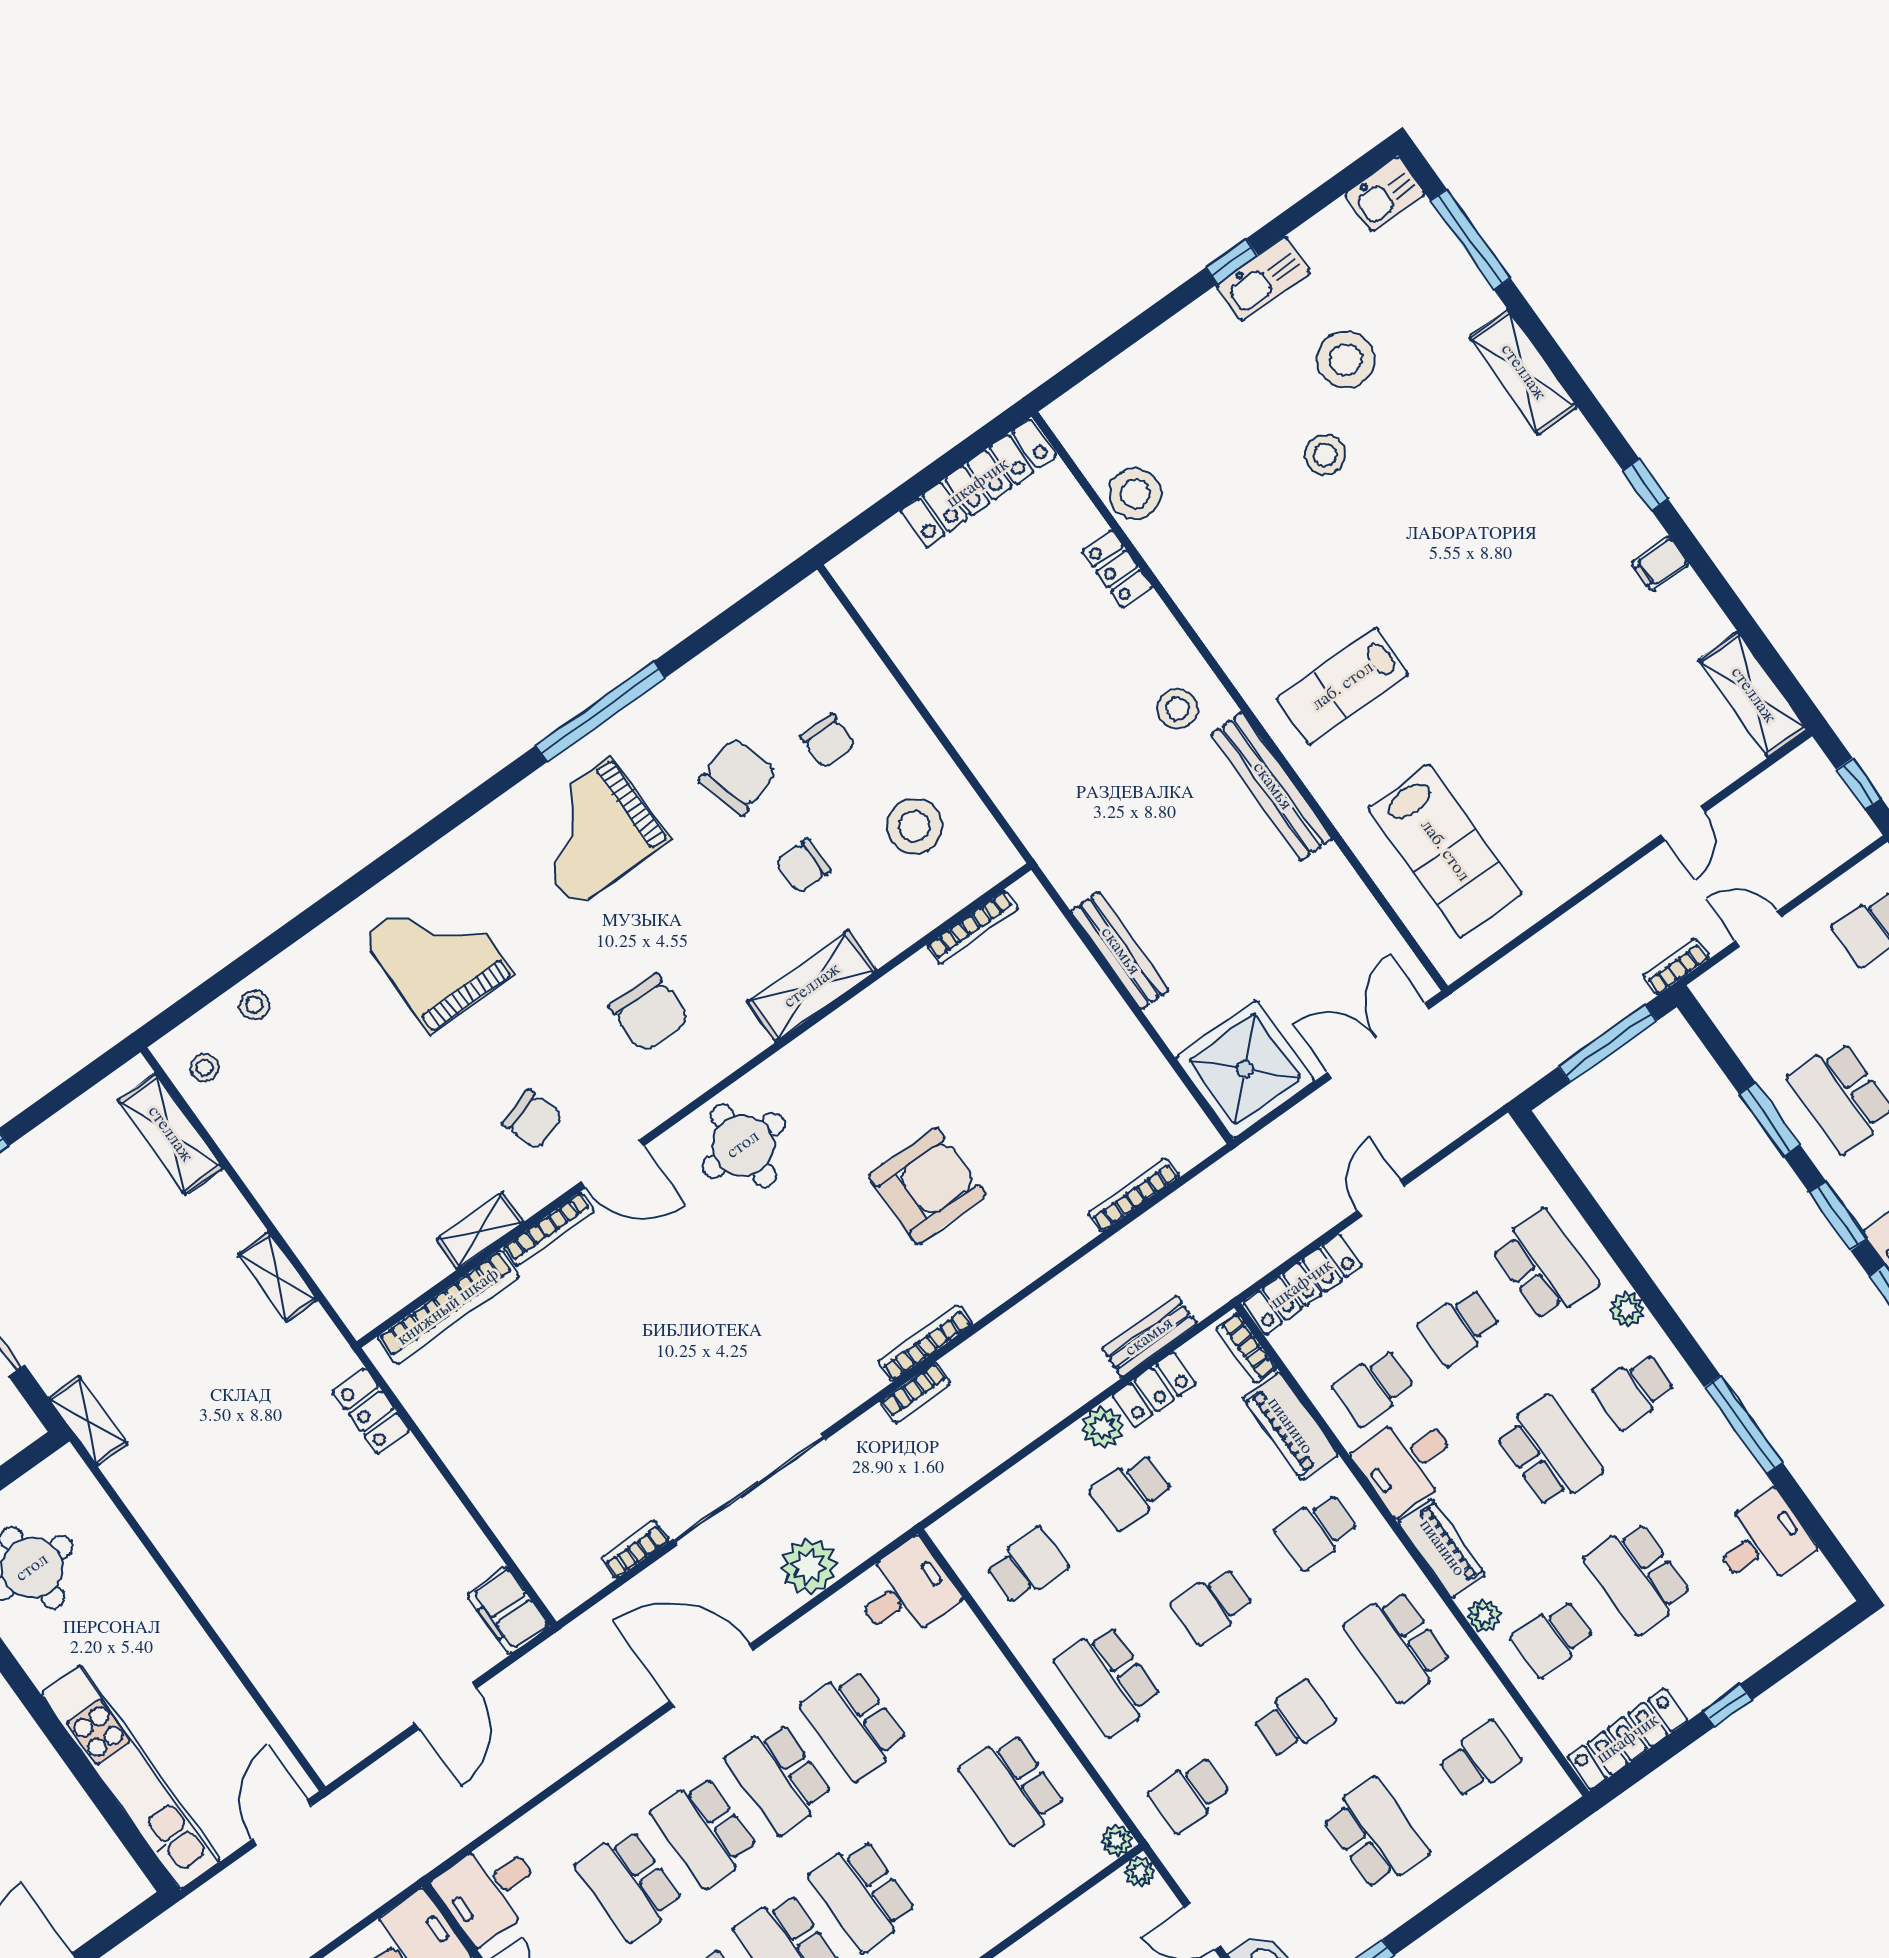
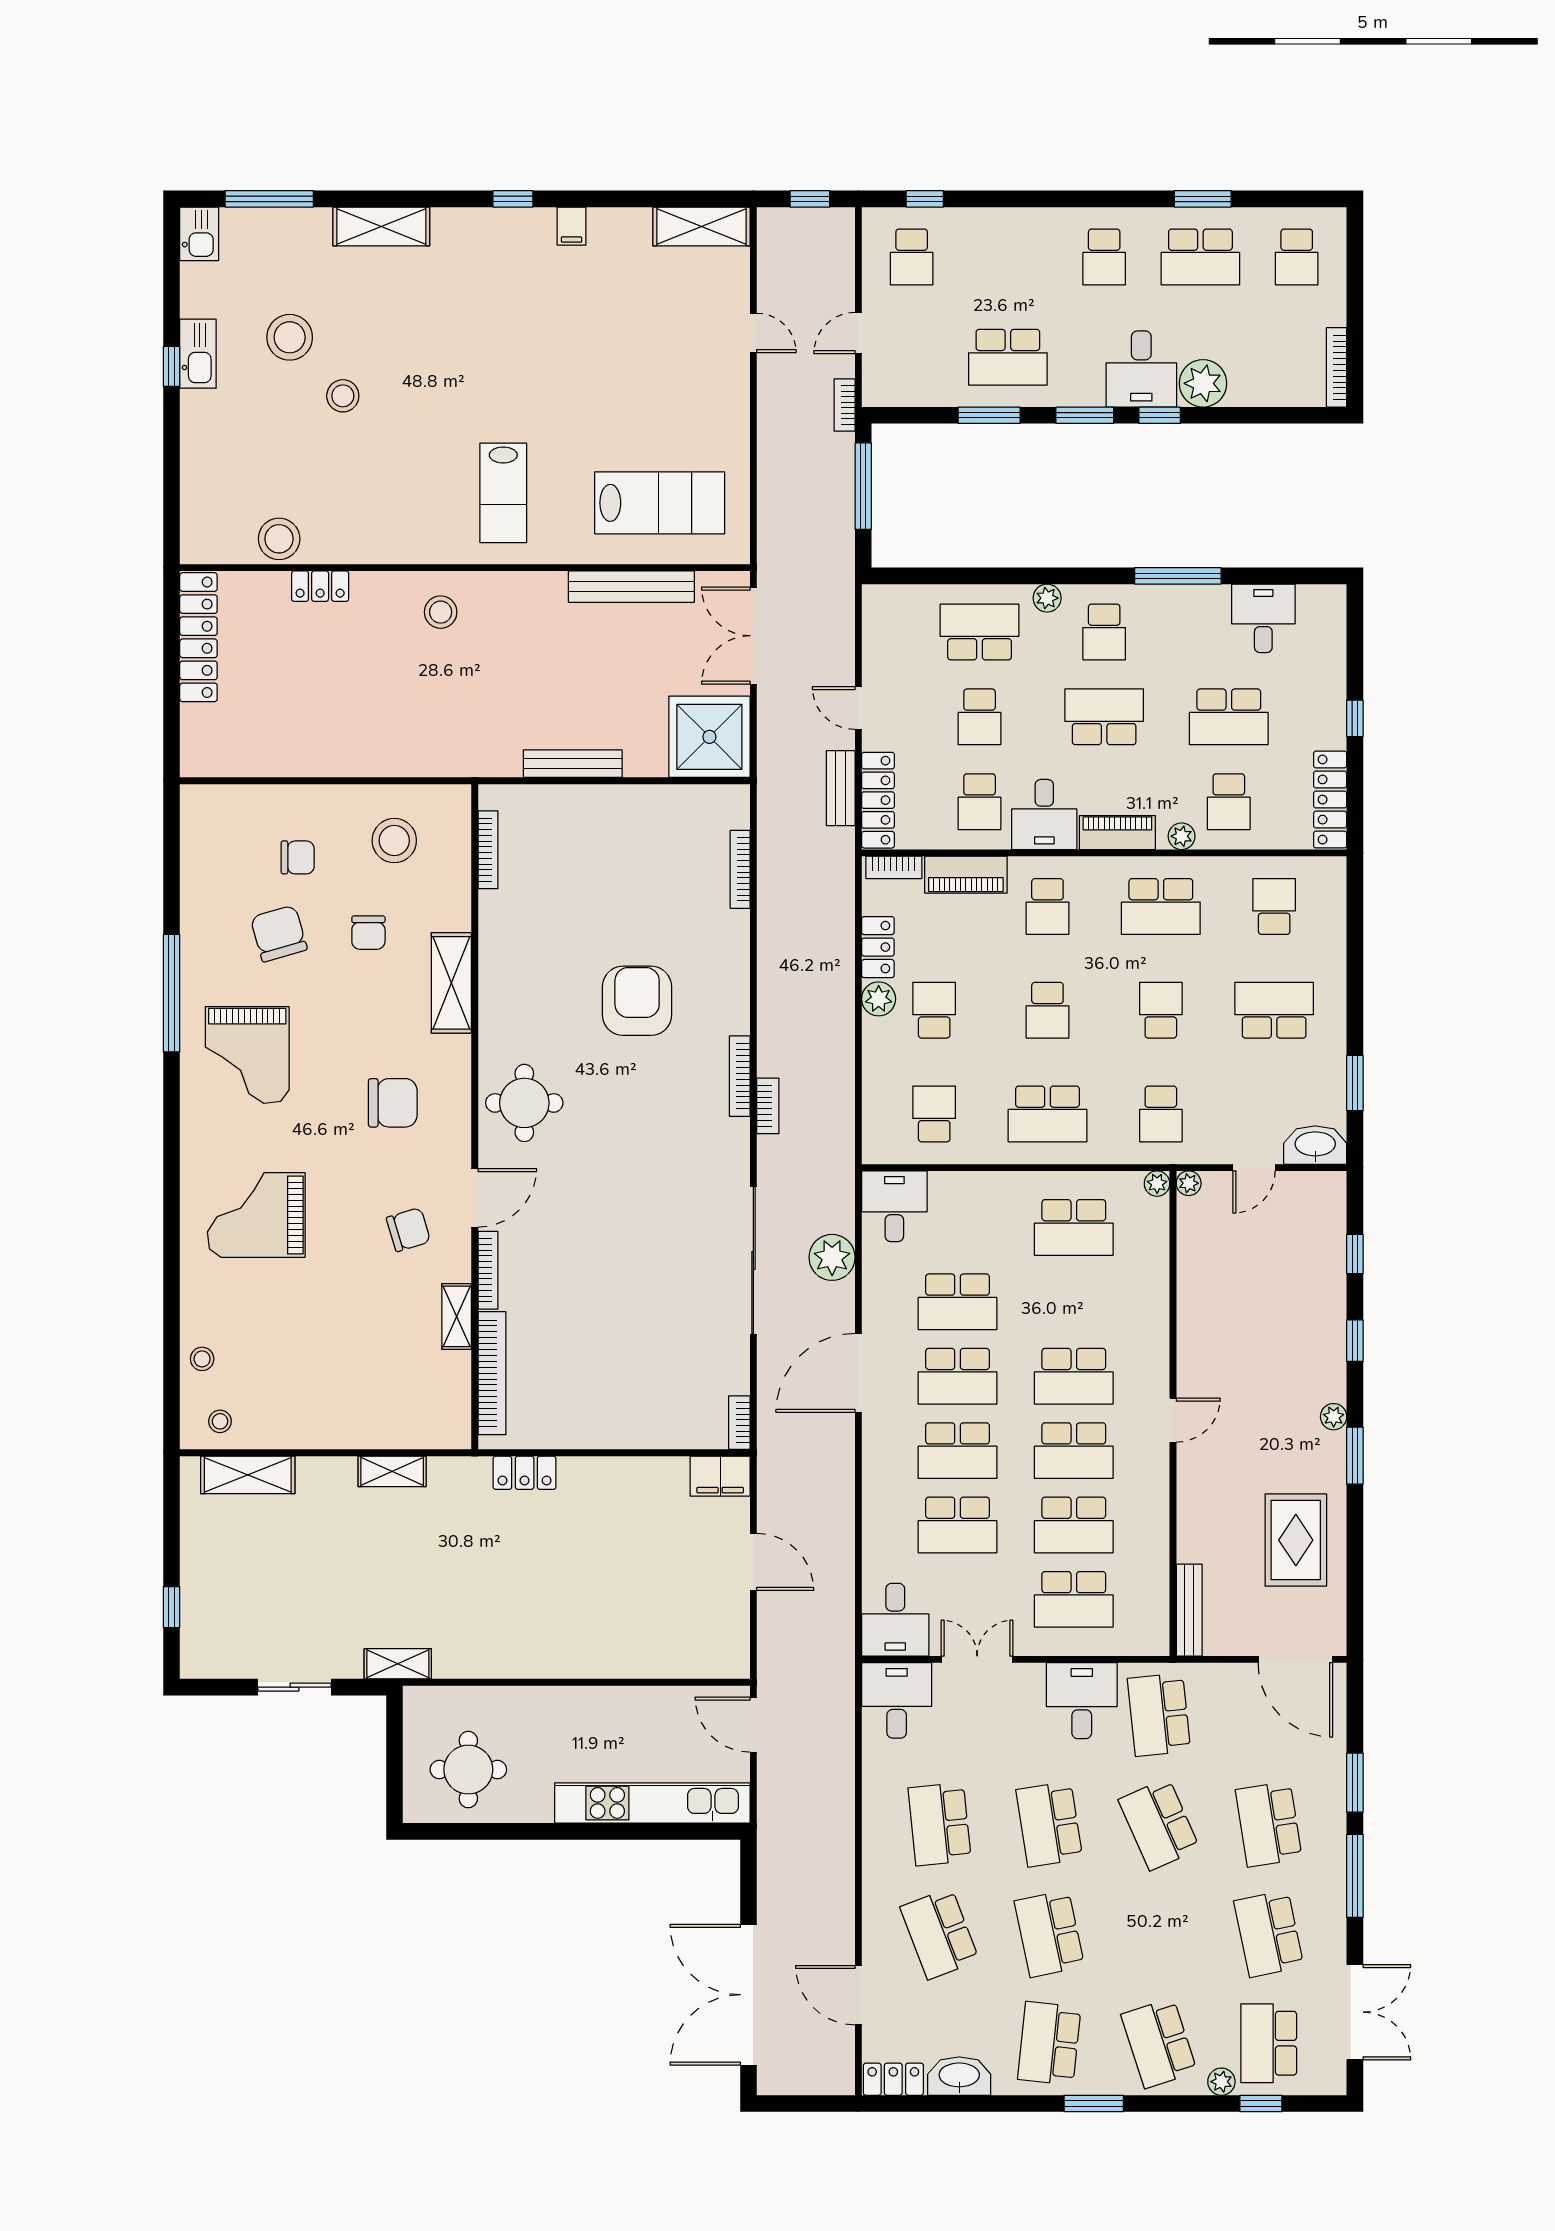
bench: (1272, 786) -> (631, 587), moved
bench: (1149, 1337) -> (841, 788), moved
school desk: (1131, 1492) -> (934, 1010), turned 180
bookcase: (635, 1549) -> (739, 1423), moved

